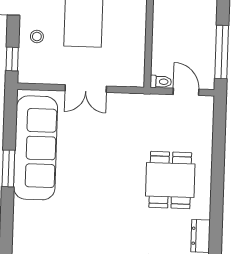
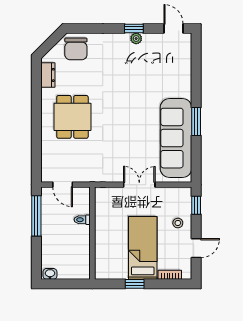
toilet: (161, 82) -> (82, 220), moved

